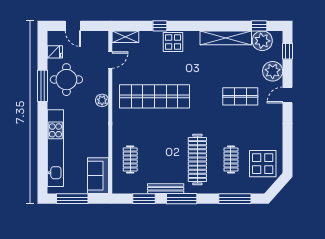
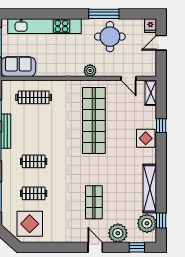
fridge: (55, 52) -> (150, 26), moved
clothes rail: (130, 160) -> (34, 97), width x1.36
clothes rail: (197, 160) -> (34, 161), width x0.54, depth x0.76

